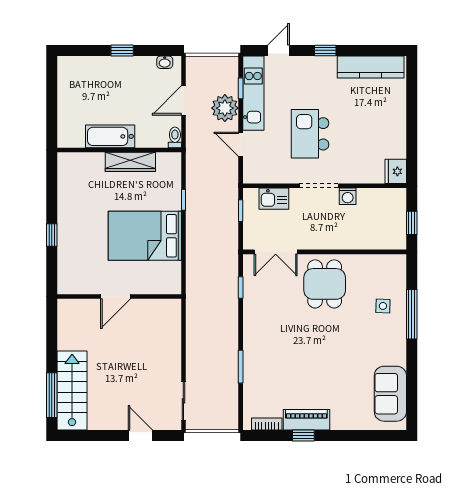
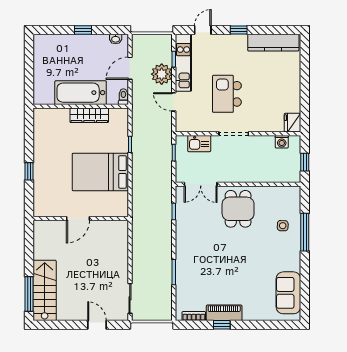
bathtub: (110, 136) -> (81, 93), width x1.36, depth x1.36
washing machine: (348, 196) -> (282, 142), moved

